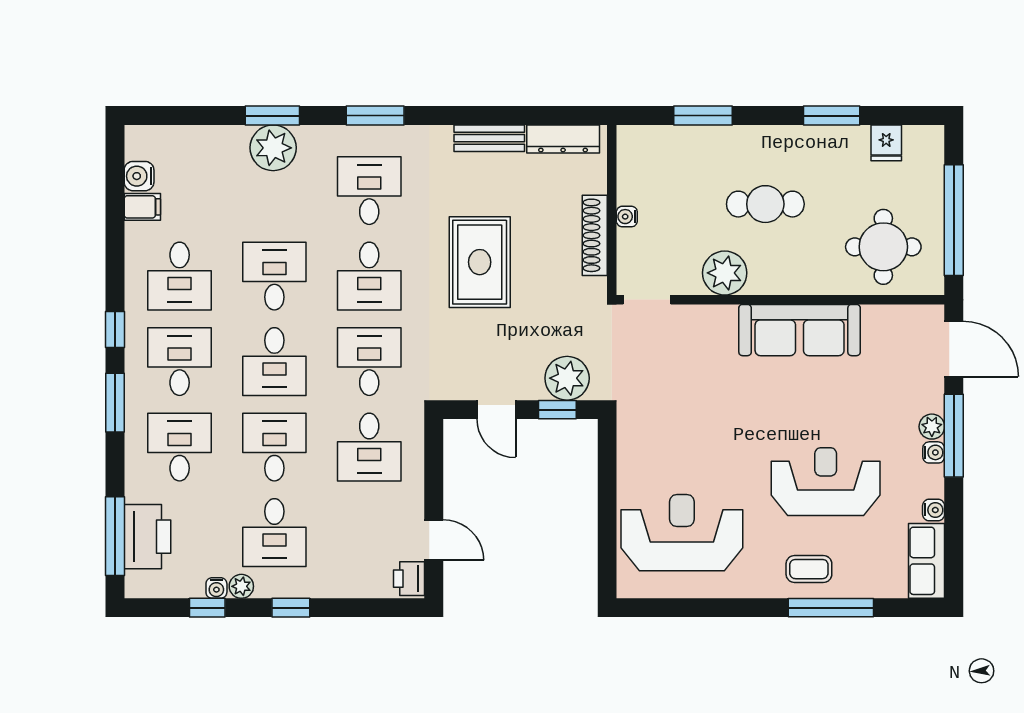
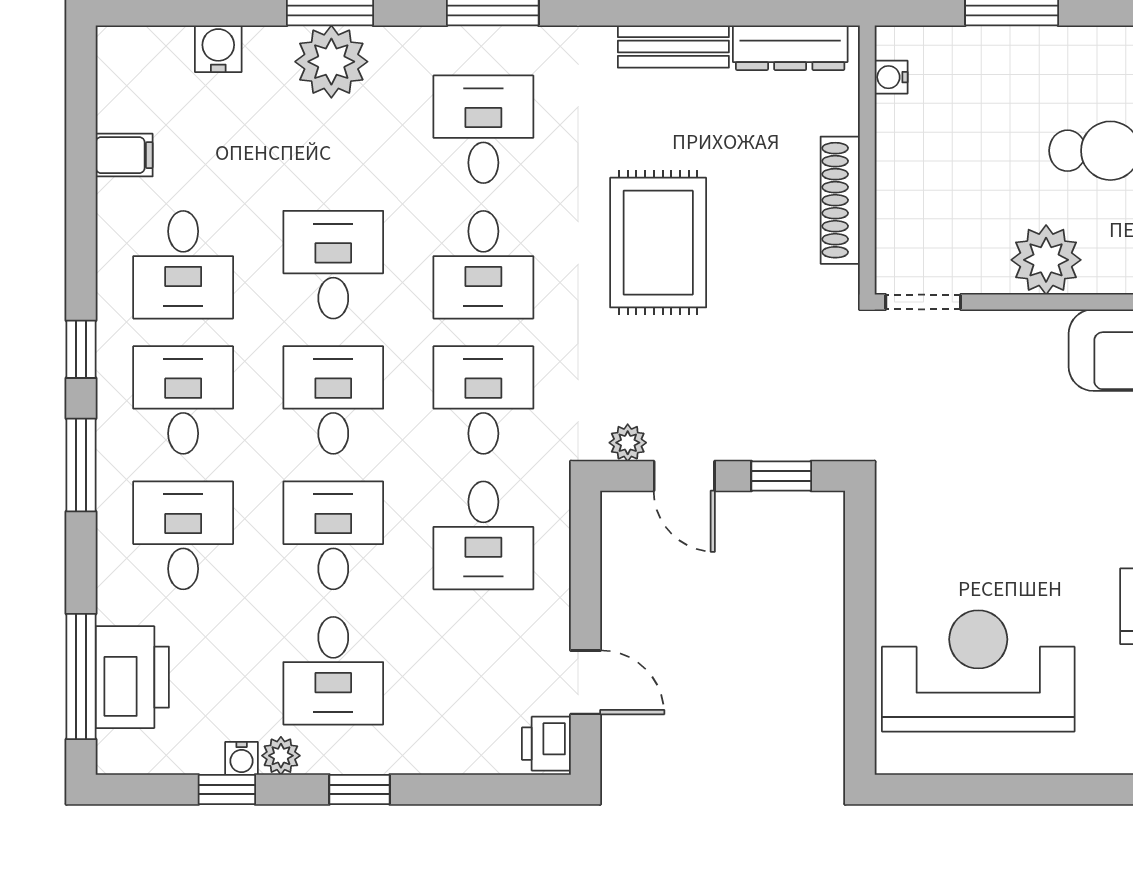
water cooler: (139, 176) -> (218, 49), moved, turned 90
water cooler: (627, 217) -> (891, 77), moved
desk: (274, 362) -> (333, 400), turned 180
plant: (567, 378) -> (628, 443), moved, width x0.53, depth x0.53

